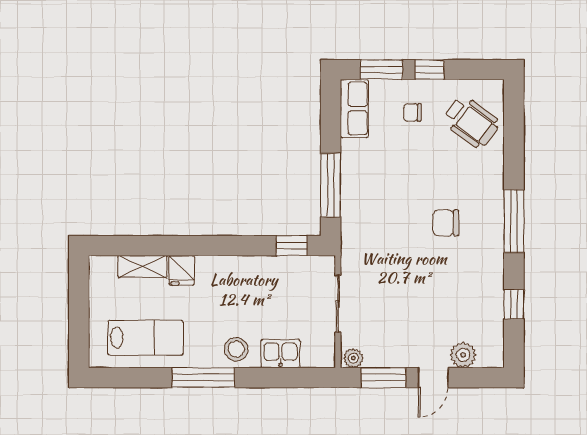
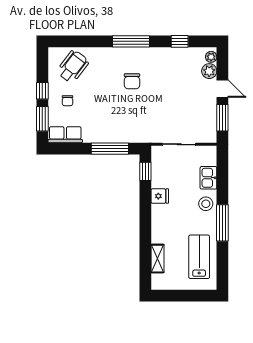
fridge: (182, 270) -> (160, 196), moved
plant: (353, 358) -> (211, 57), moved

